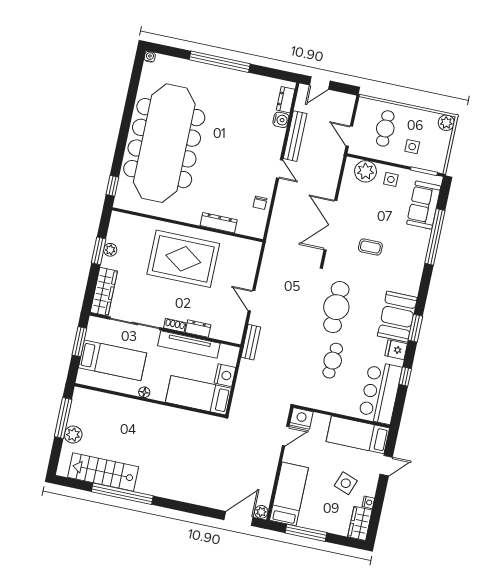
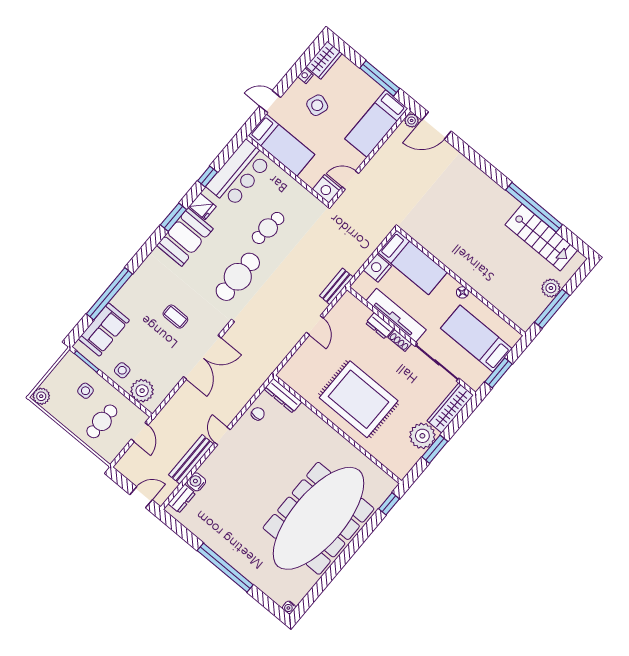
dresser: (219, 223) -> (283, 396), moved
plant: (110, 250) -> (422, 436), width x1.88, depth x1.88

